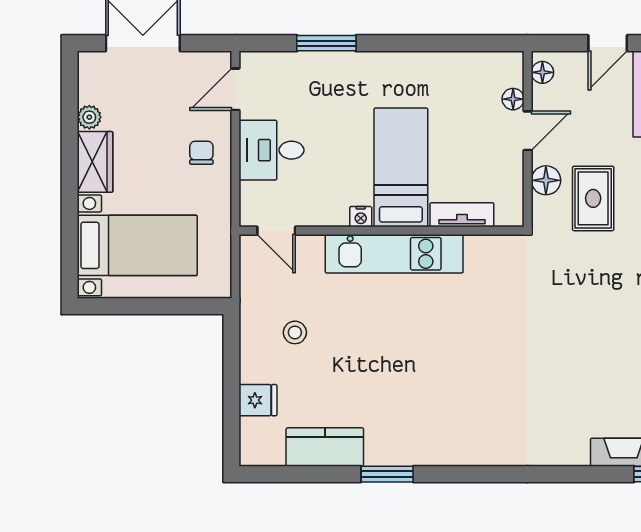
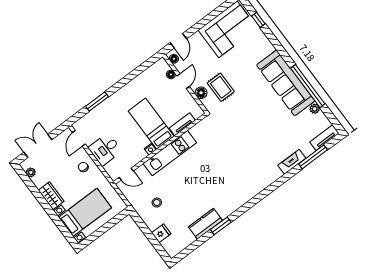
door: (608, 43) -> (178, 41), moved
plant: (89, 117) -> (31, 172), moved
kitchen counter: (325, 447) -> (205, 224), moved

